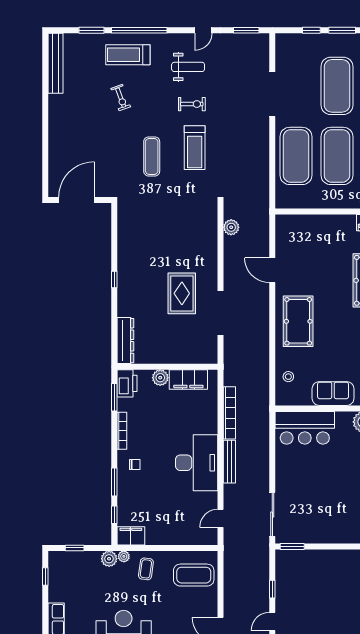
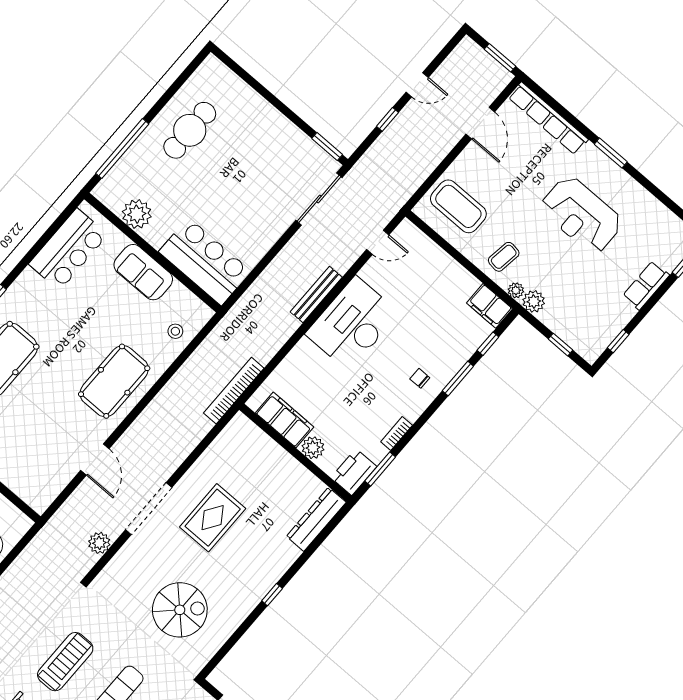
spiral stairs: (157, 229) -> (180, 610), added
doorway: (221, 313) -> (149, 509), moved
bookcase: (229, 413) -> (234, 391), moved
bookcase: (122, 431) -> (397, 433), width x0.64

